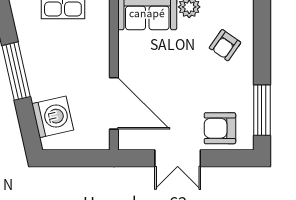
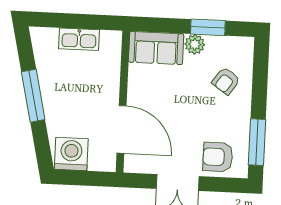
washing machine: (53, 117) -> (71, 154), moved, turned -77

